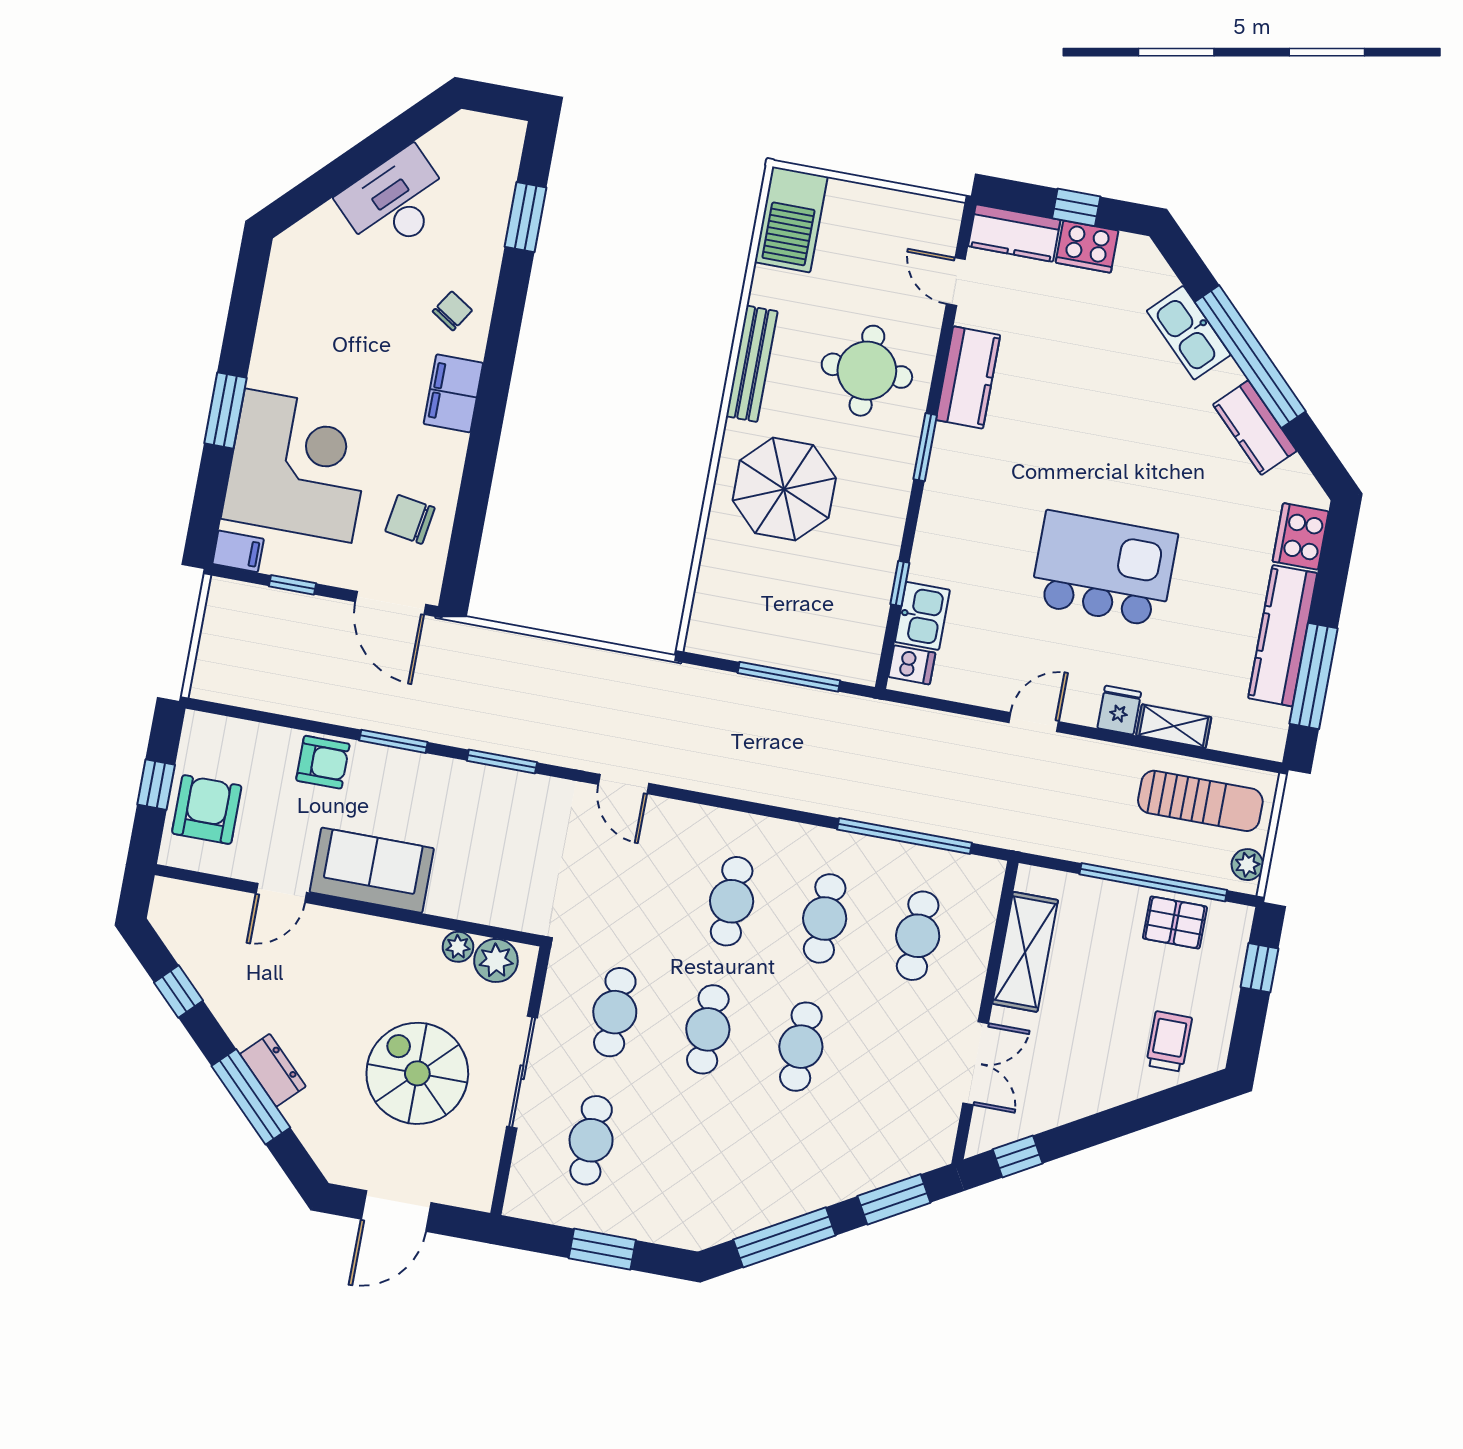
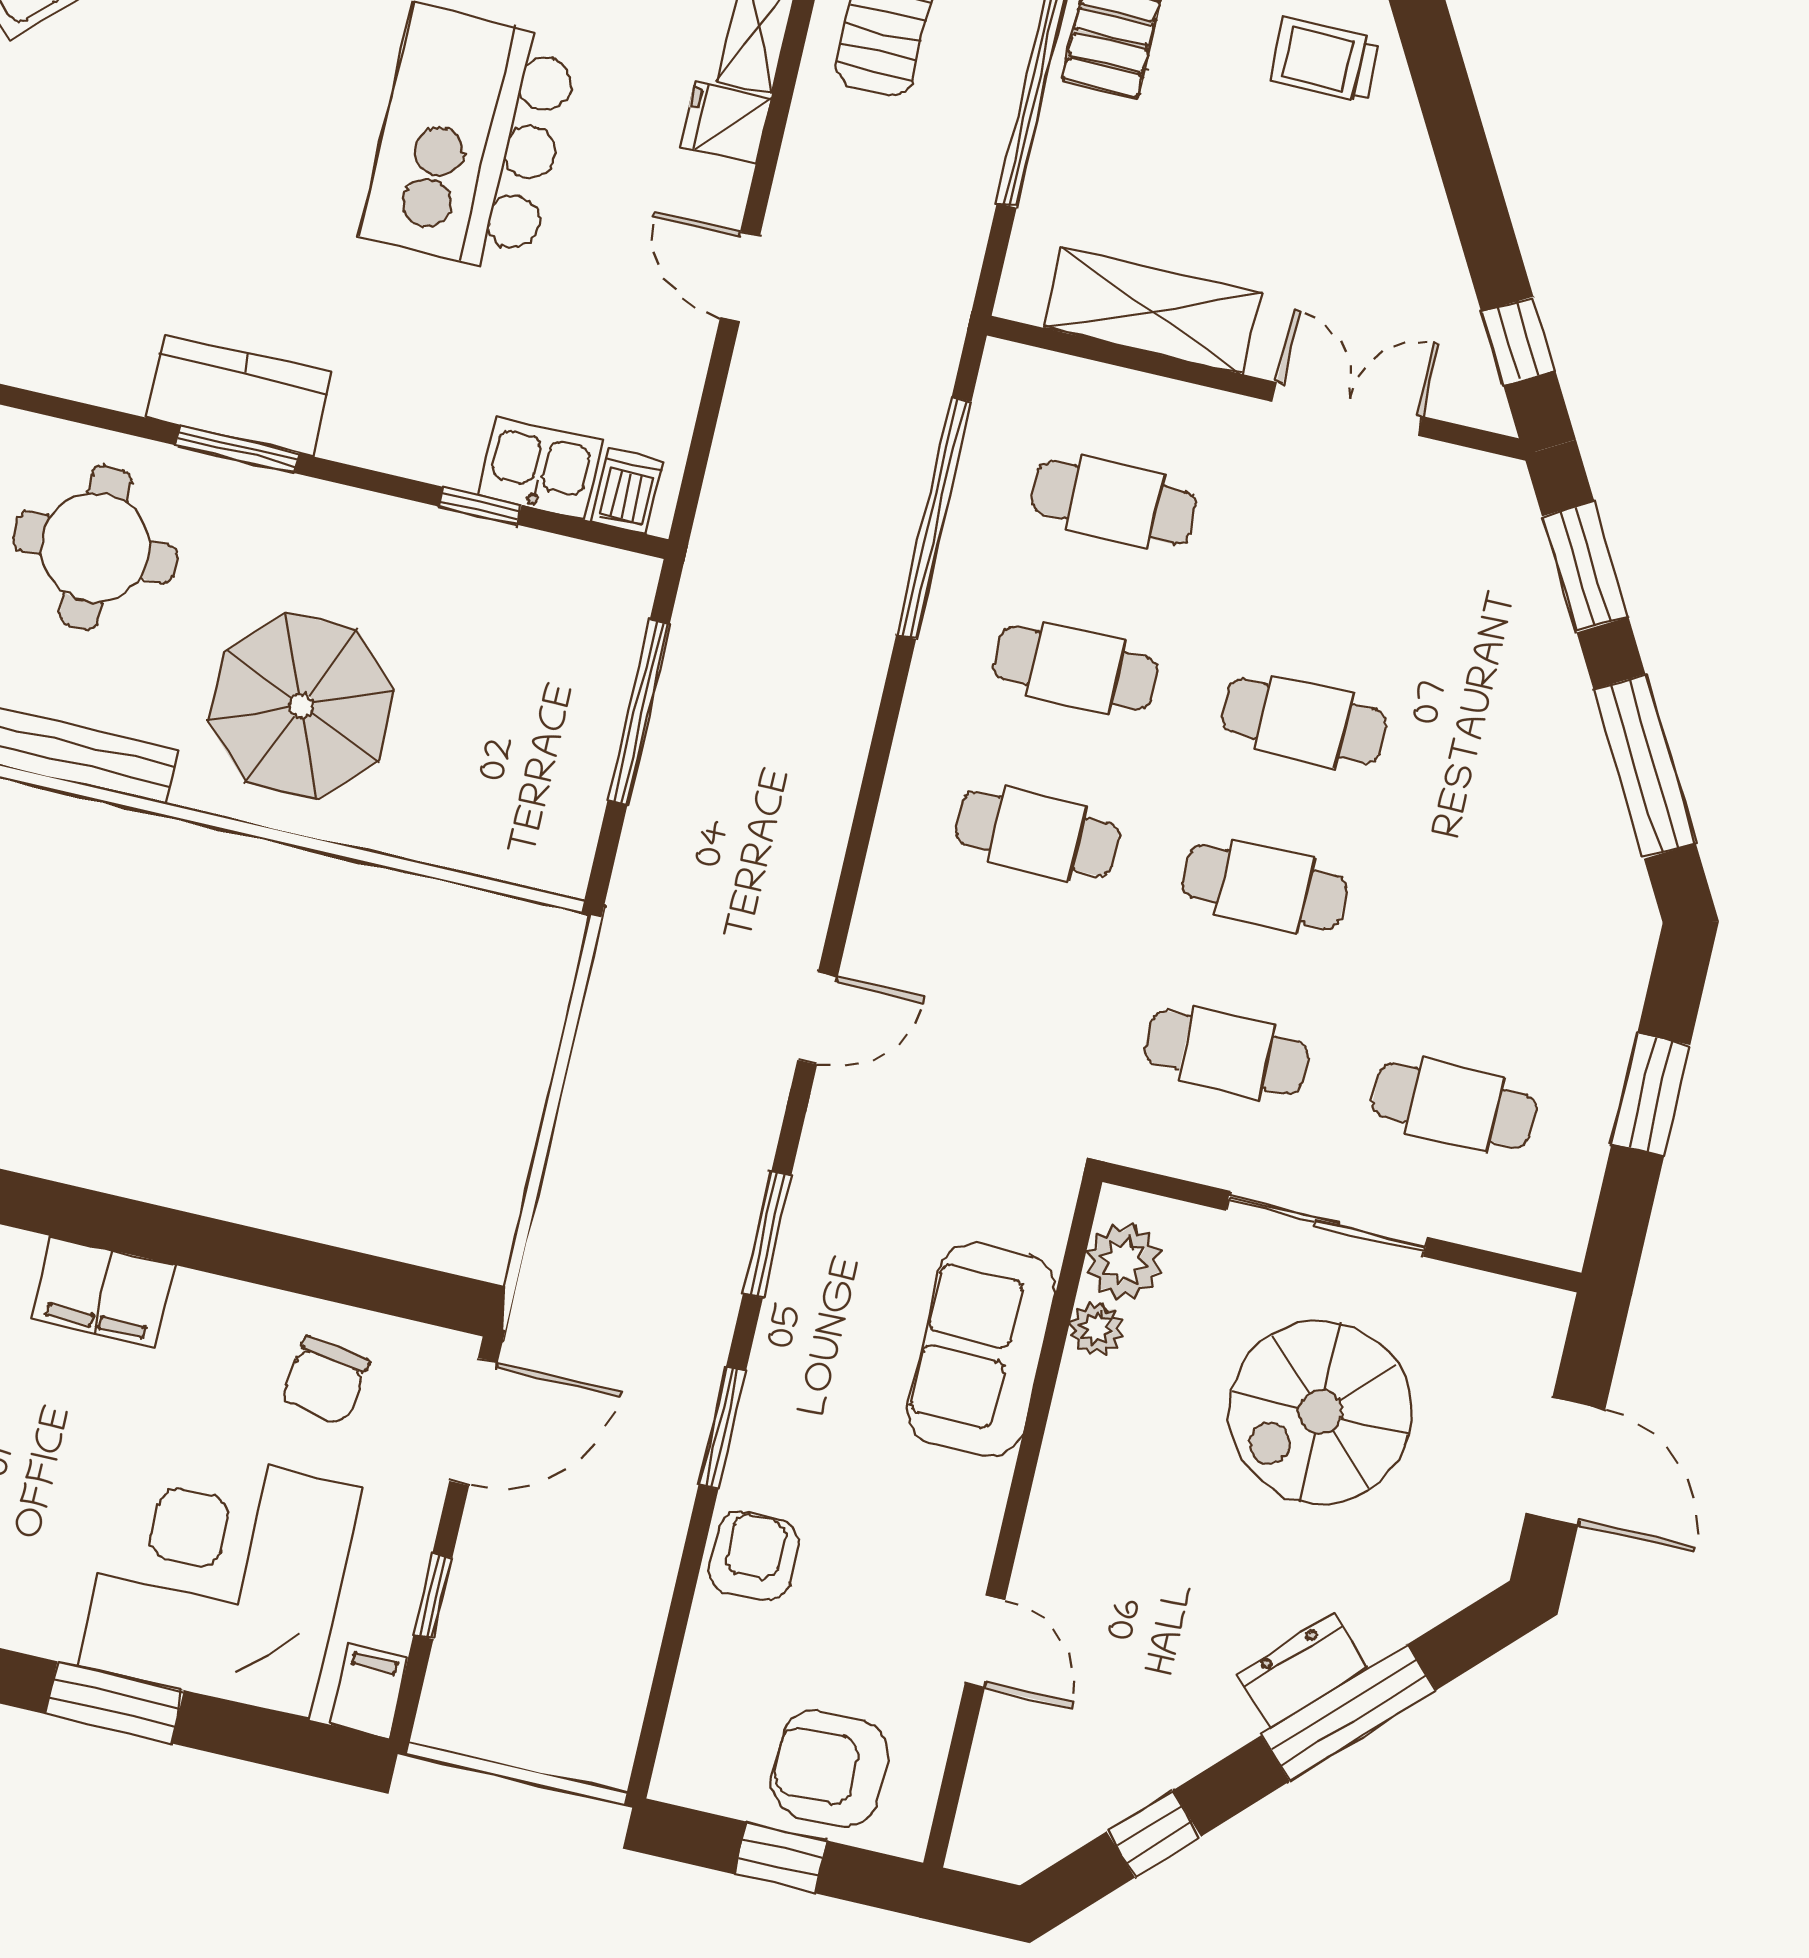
kitchen counter: (968, 377) -> (239, 395), moved
sofa: (372, 870) -> (981, 1350), moved

